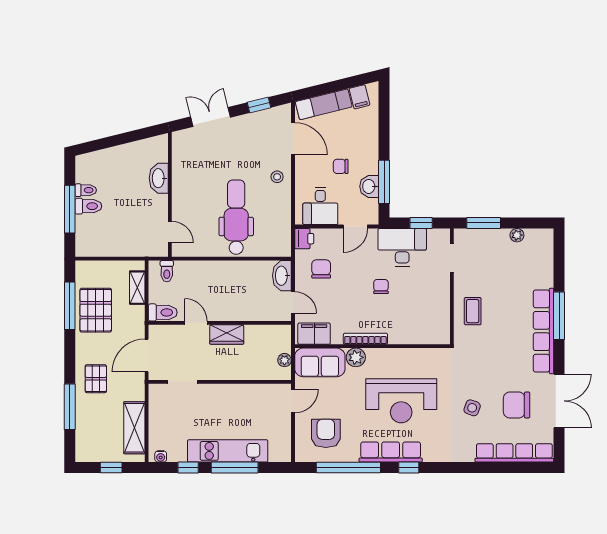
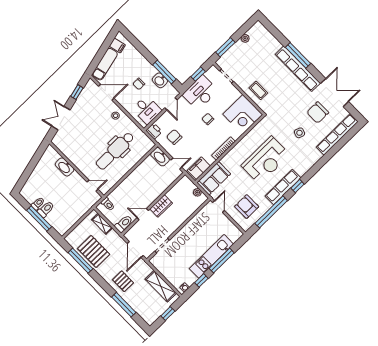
dental chair: (236, 217) -> (115, 151), turned -90
corner desk: (427, 321) -> (243, 114), added
plant: (356, 357) -> (227, 161), removed

